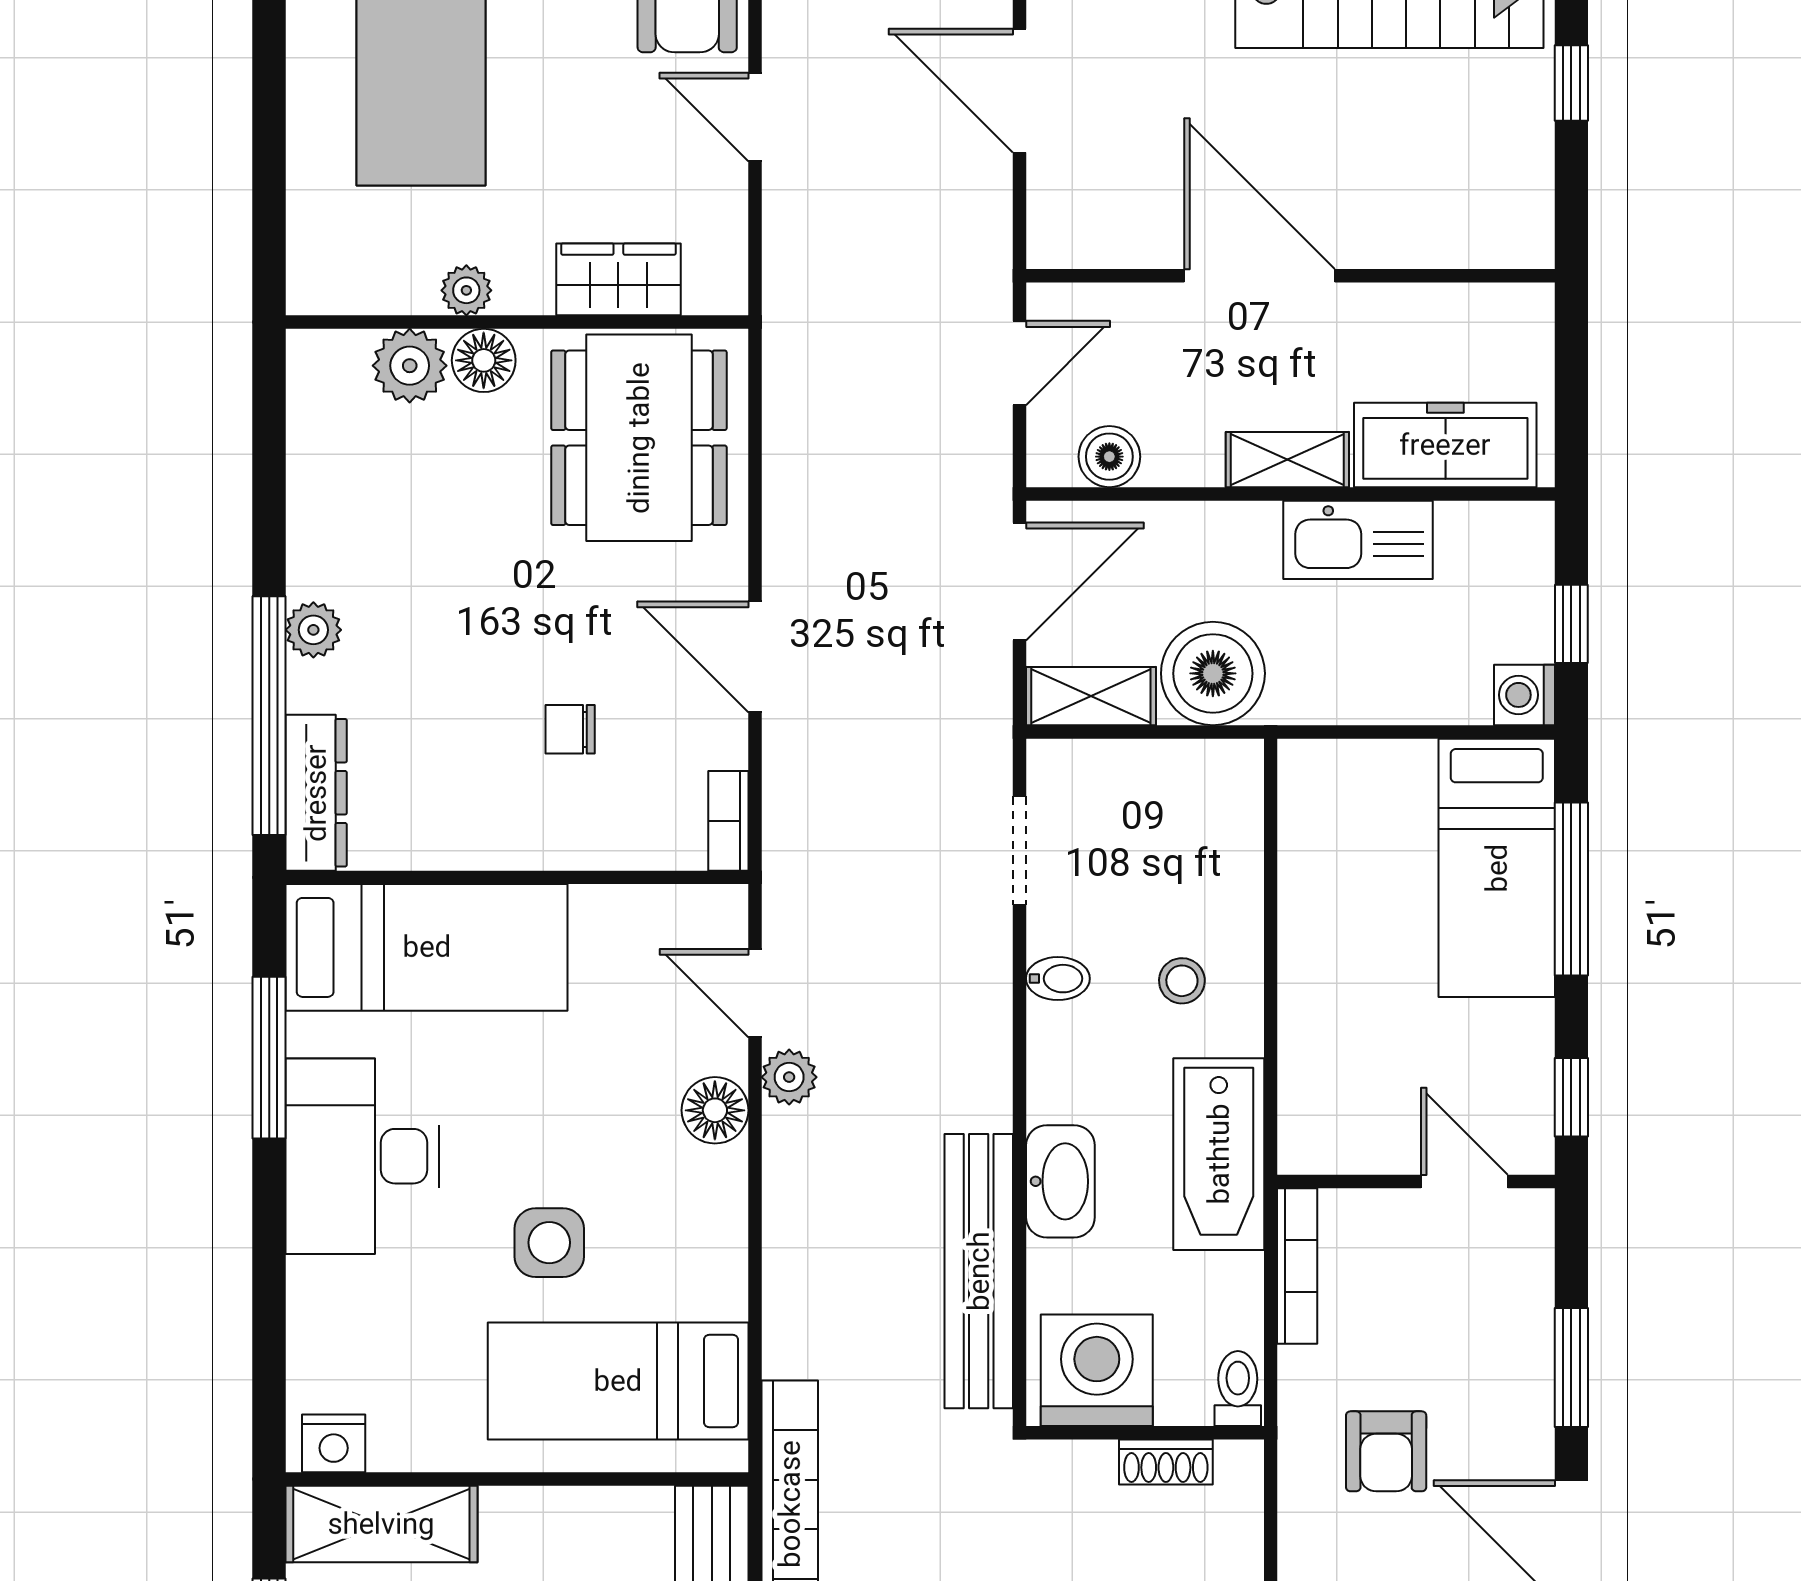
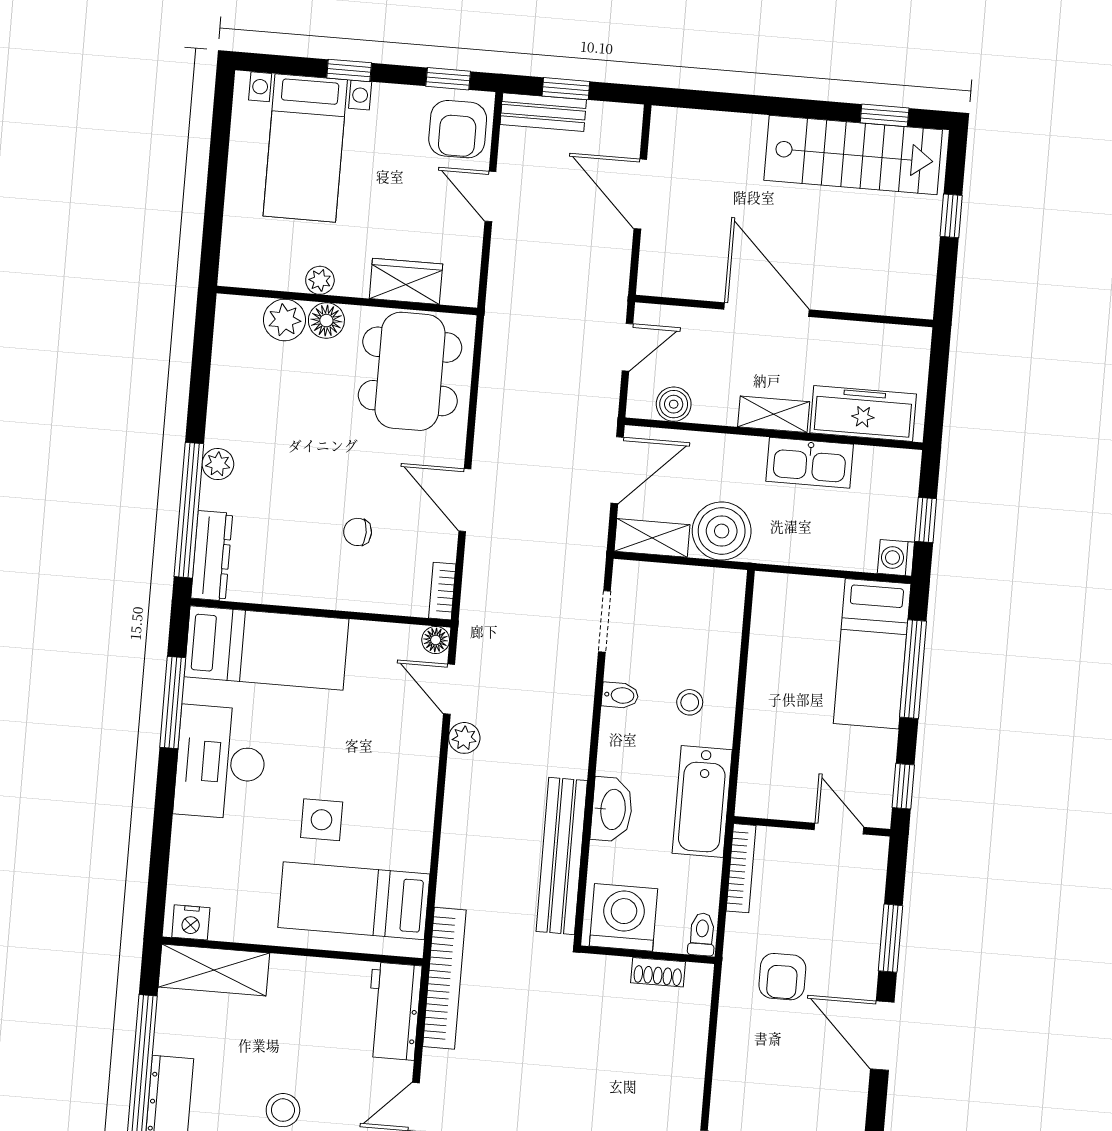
floor lamp: (715, 1110) -> (436, 640), moved, width x0.73, depth x0.73

